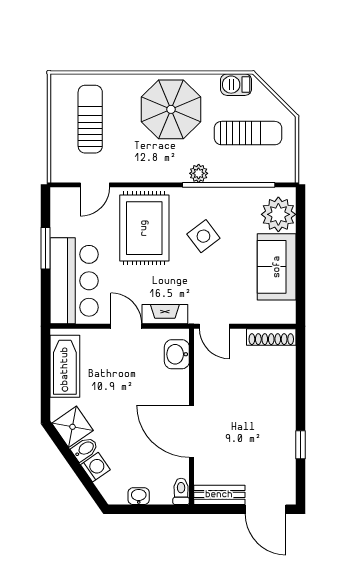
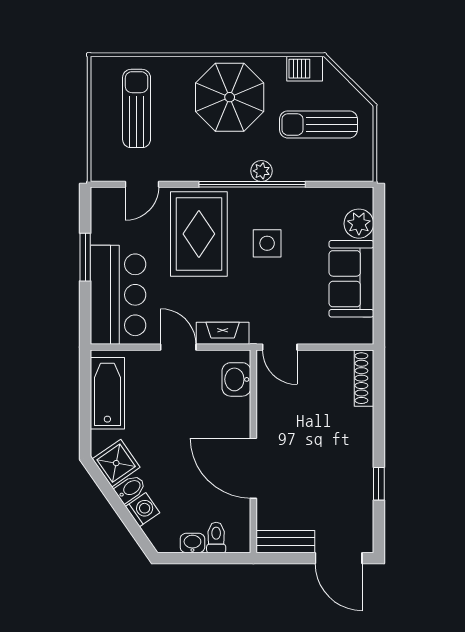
sun lounger: (248, 133) -> (318, 124), turned 180
window: (229, 185) -> (252, 184), moved
plant: (278, 214) -> (359, 224), width x0.73, depth x0.73
side table: (203, 236) -> (267, 243), turned 37
shoe rack: (271, 337) -> (364, 378), moved, turned 90
toilet: (181, 491) -> (216, 537), moved

